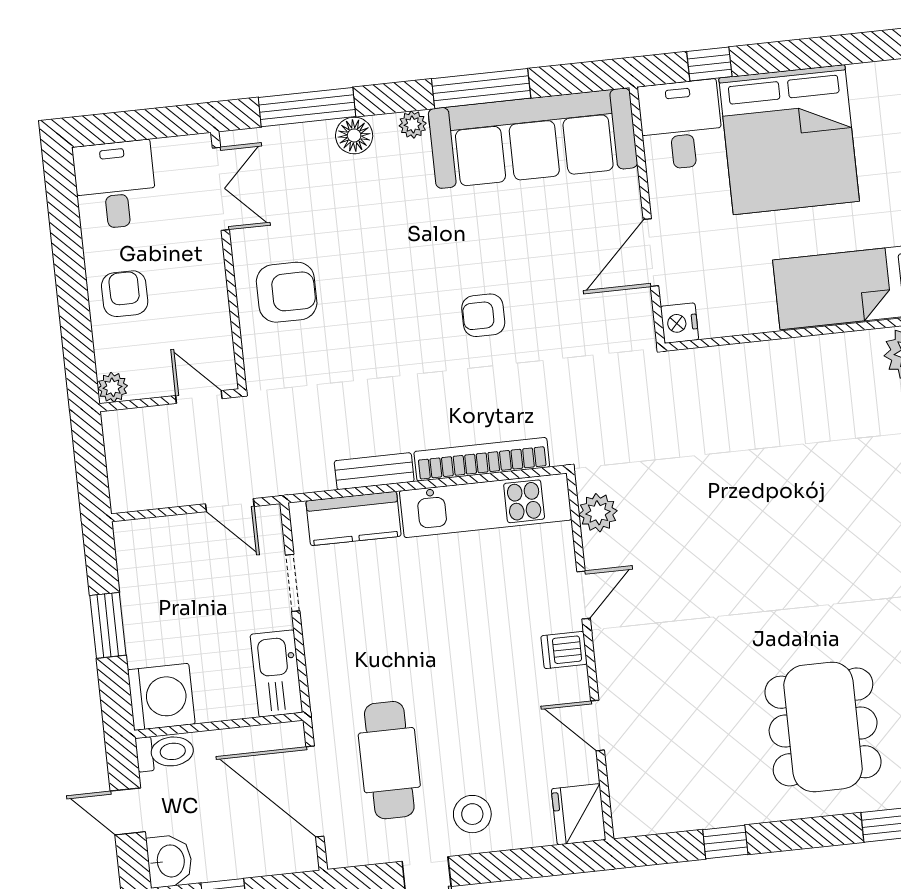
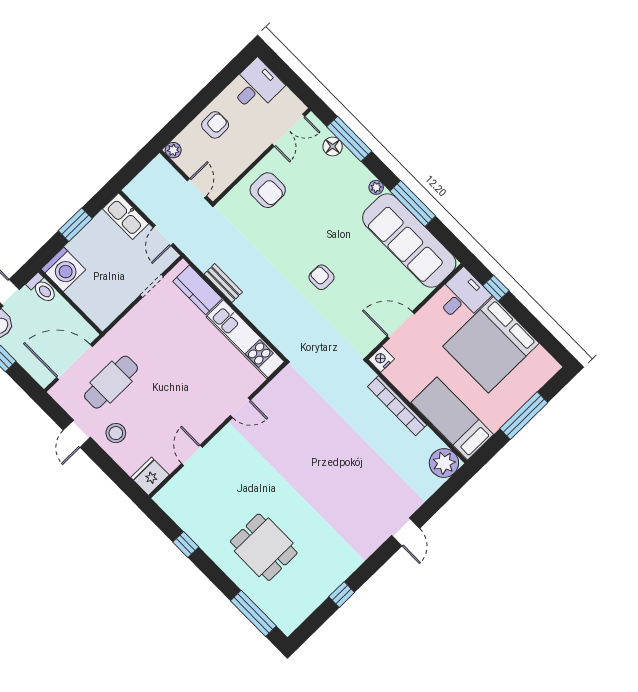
floor lamp: (354, 135) -> (333, 146), moved
bookcase: (482, 459) -> (397, 406), moved, turned 180
plant: (598, 513) -> (278, 387), removed
dishwasher: (564, 650) -> (212, 418), removed
kitchen sink: (277, 673) -> (126, 216), moved, turned -90
dining table: (823, 727) -> (264, 547), width x0.73
door: (315, 791) -> (74, 362), hinge flipped

